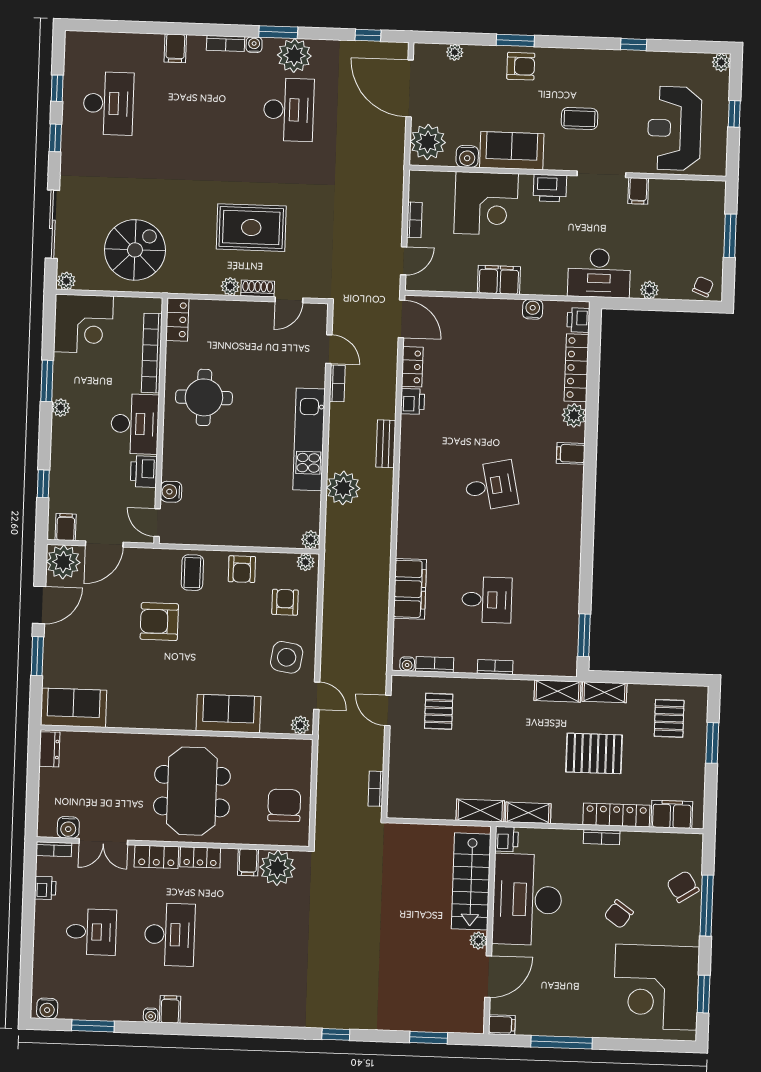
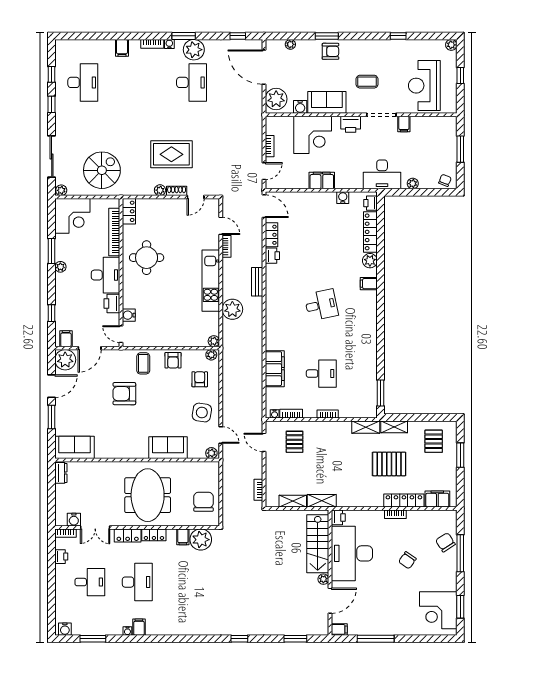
shelving: (528, 813) -> (293, 501), moved
corner desk: (656, 987) -> (438, 610), width x0.74, depth x0.74

